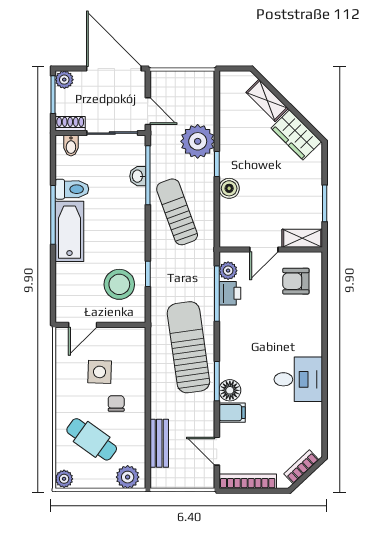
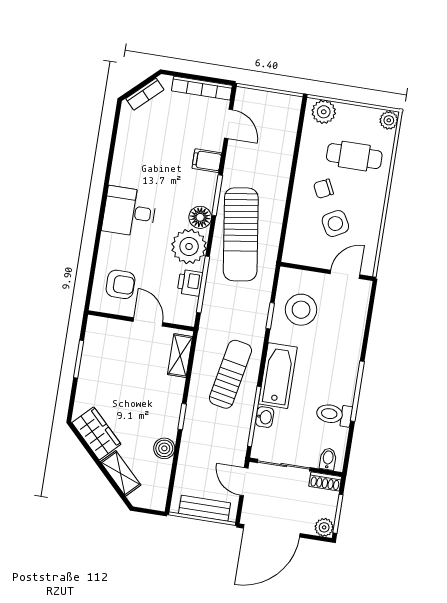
door: (114, 68) -> (272, 531), hinge flipped
plant: (198, 141) -> (198, 443), removed
boiler: (229, 188) -> (164, 448), moved
sun lounger: (177, 212) -> (230, 374), turned -149
bathtub: (69, 231) -> (278, 376), moved, turned 180
shelving: (302, 238) -> (180, 356), moved, turned 90
door: (264, 249) -> (148, 322), hinge flipped
plant: (228, 271) -> (189, 246), moved, width x1.87, depth x1.87
side table: (100, 372) -> (335, 224), turned -31
desk: (298, 379) -> (129, 212), moved
floor lamp: (230, 390) -> (200, 217), moved
chair: (116, 403) -> (324, 189), turned 64
cafe table: (92, 439) -> (354, 156), turned -36
bench: (159, 443) -> (205, 508), moved, turned 90

